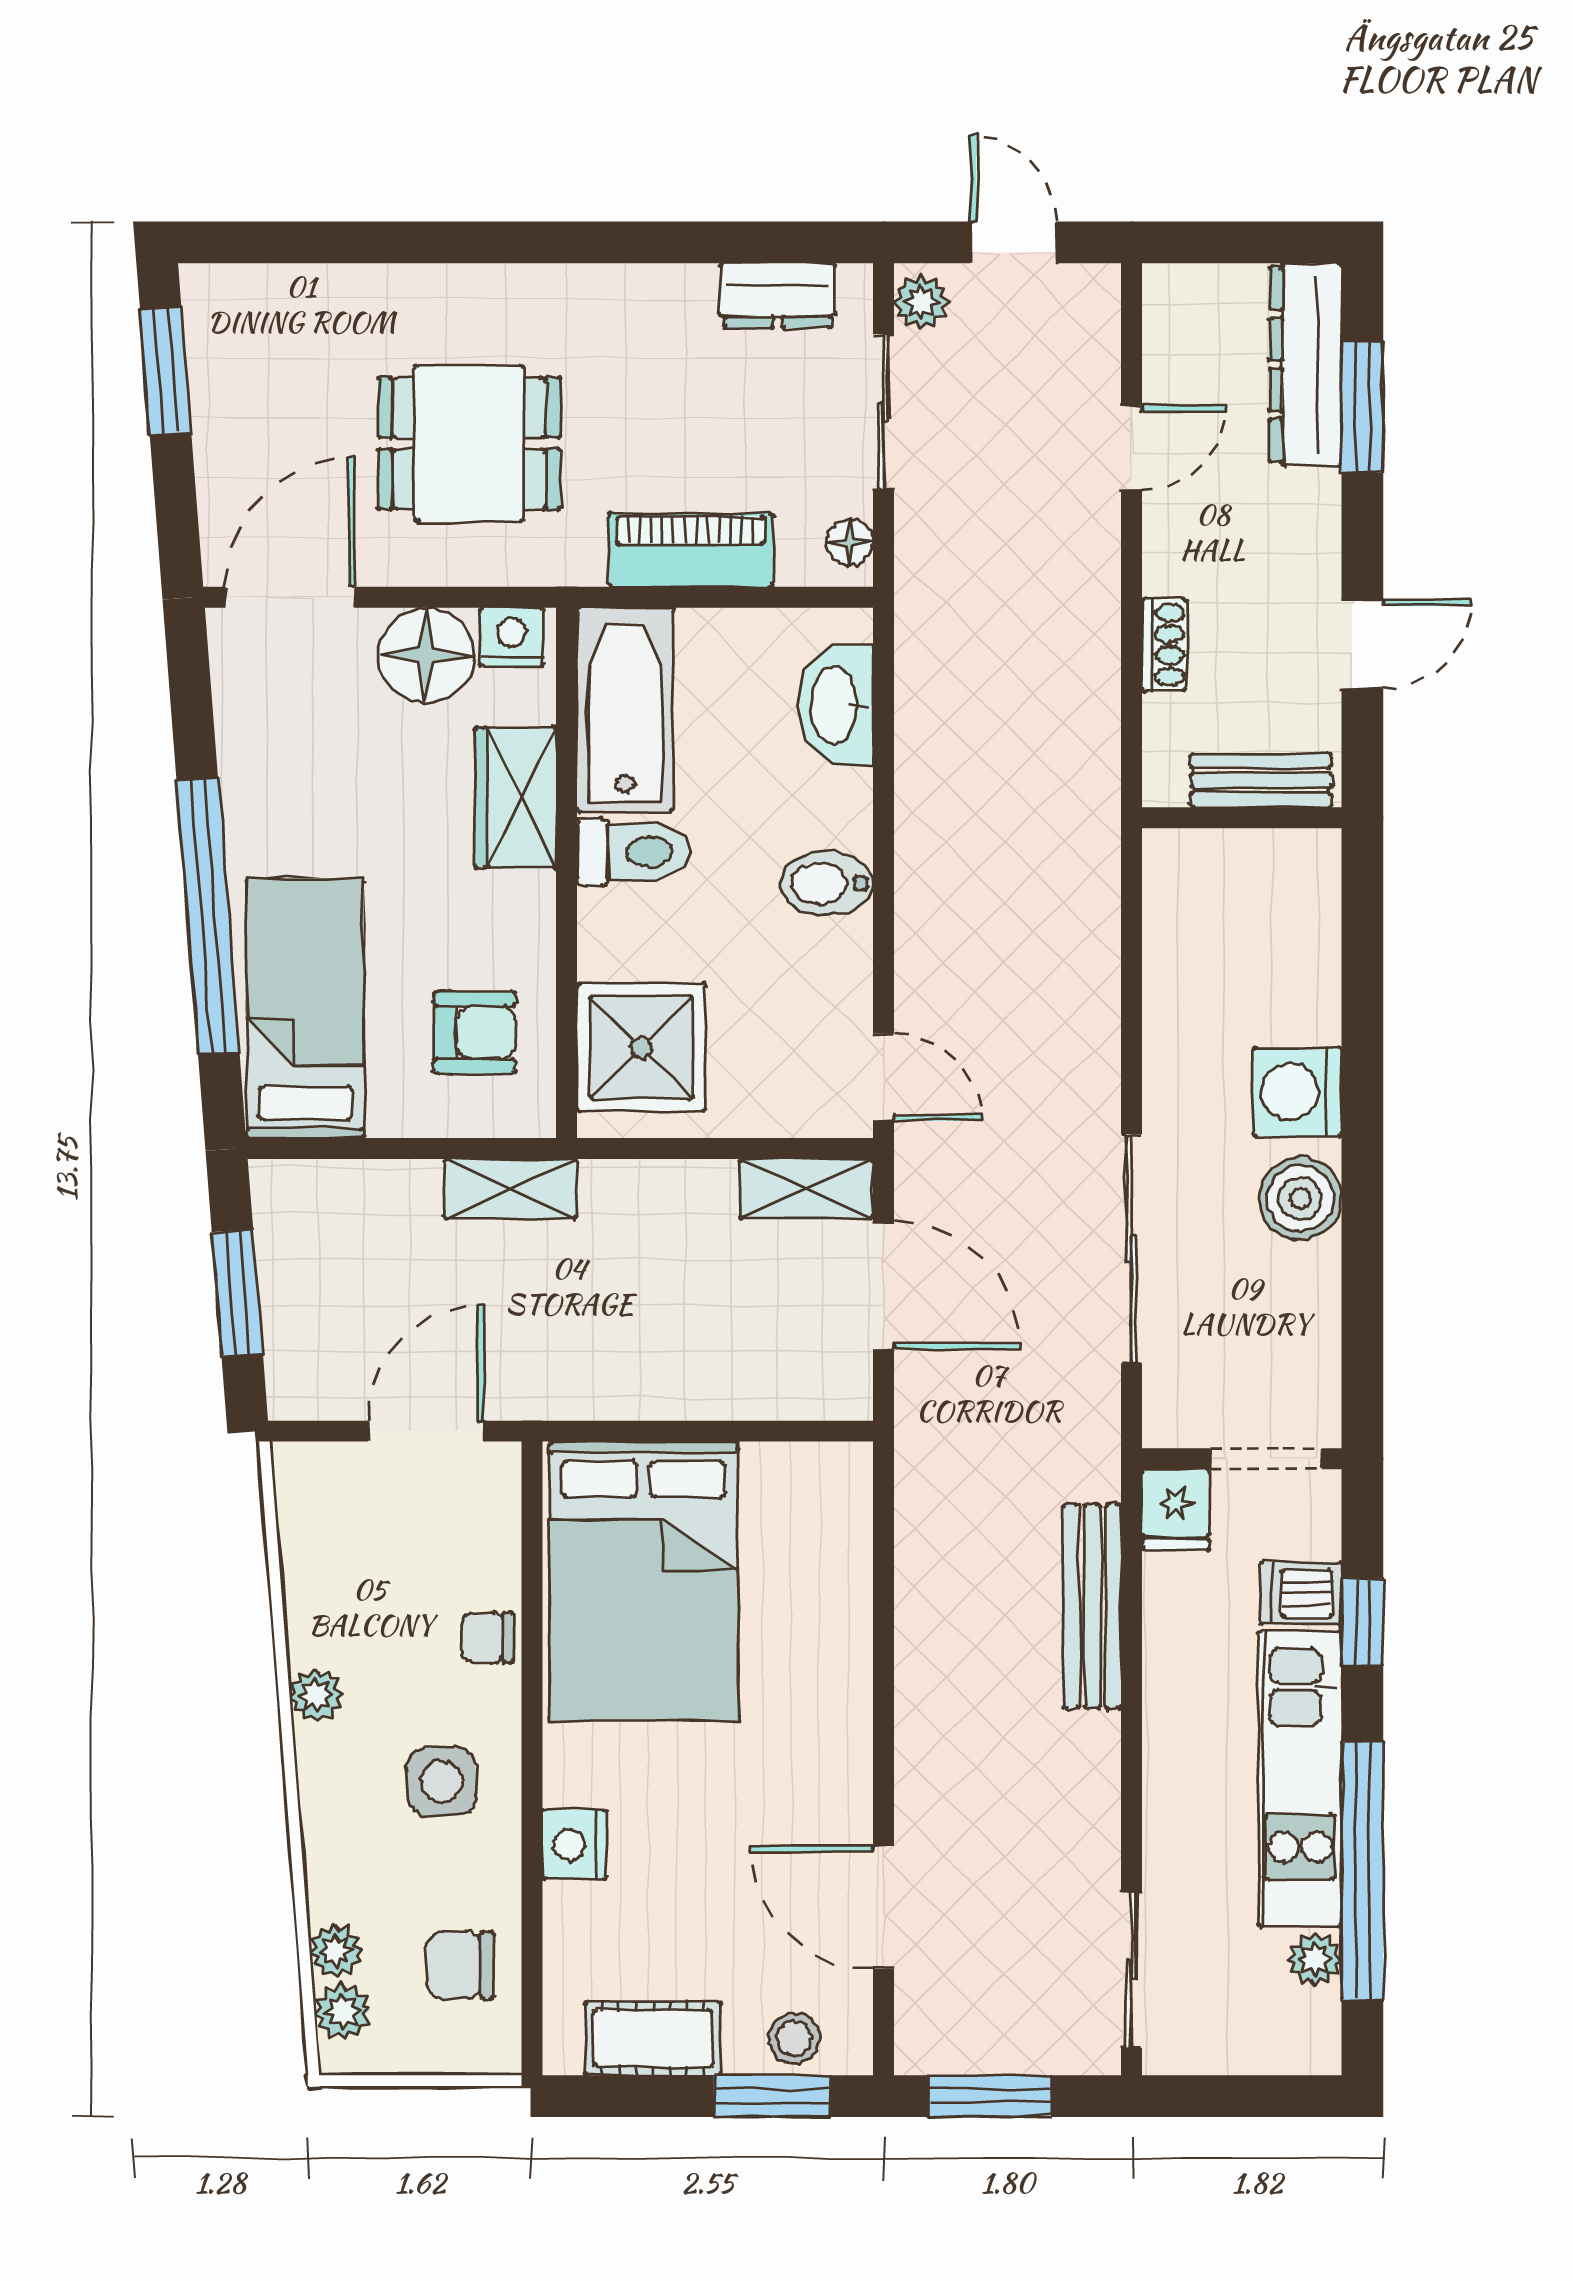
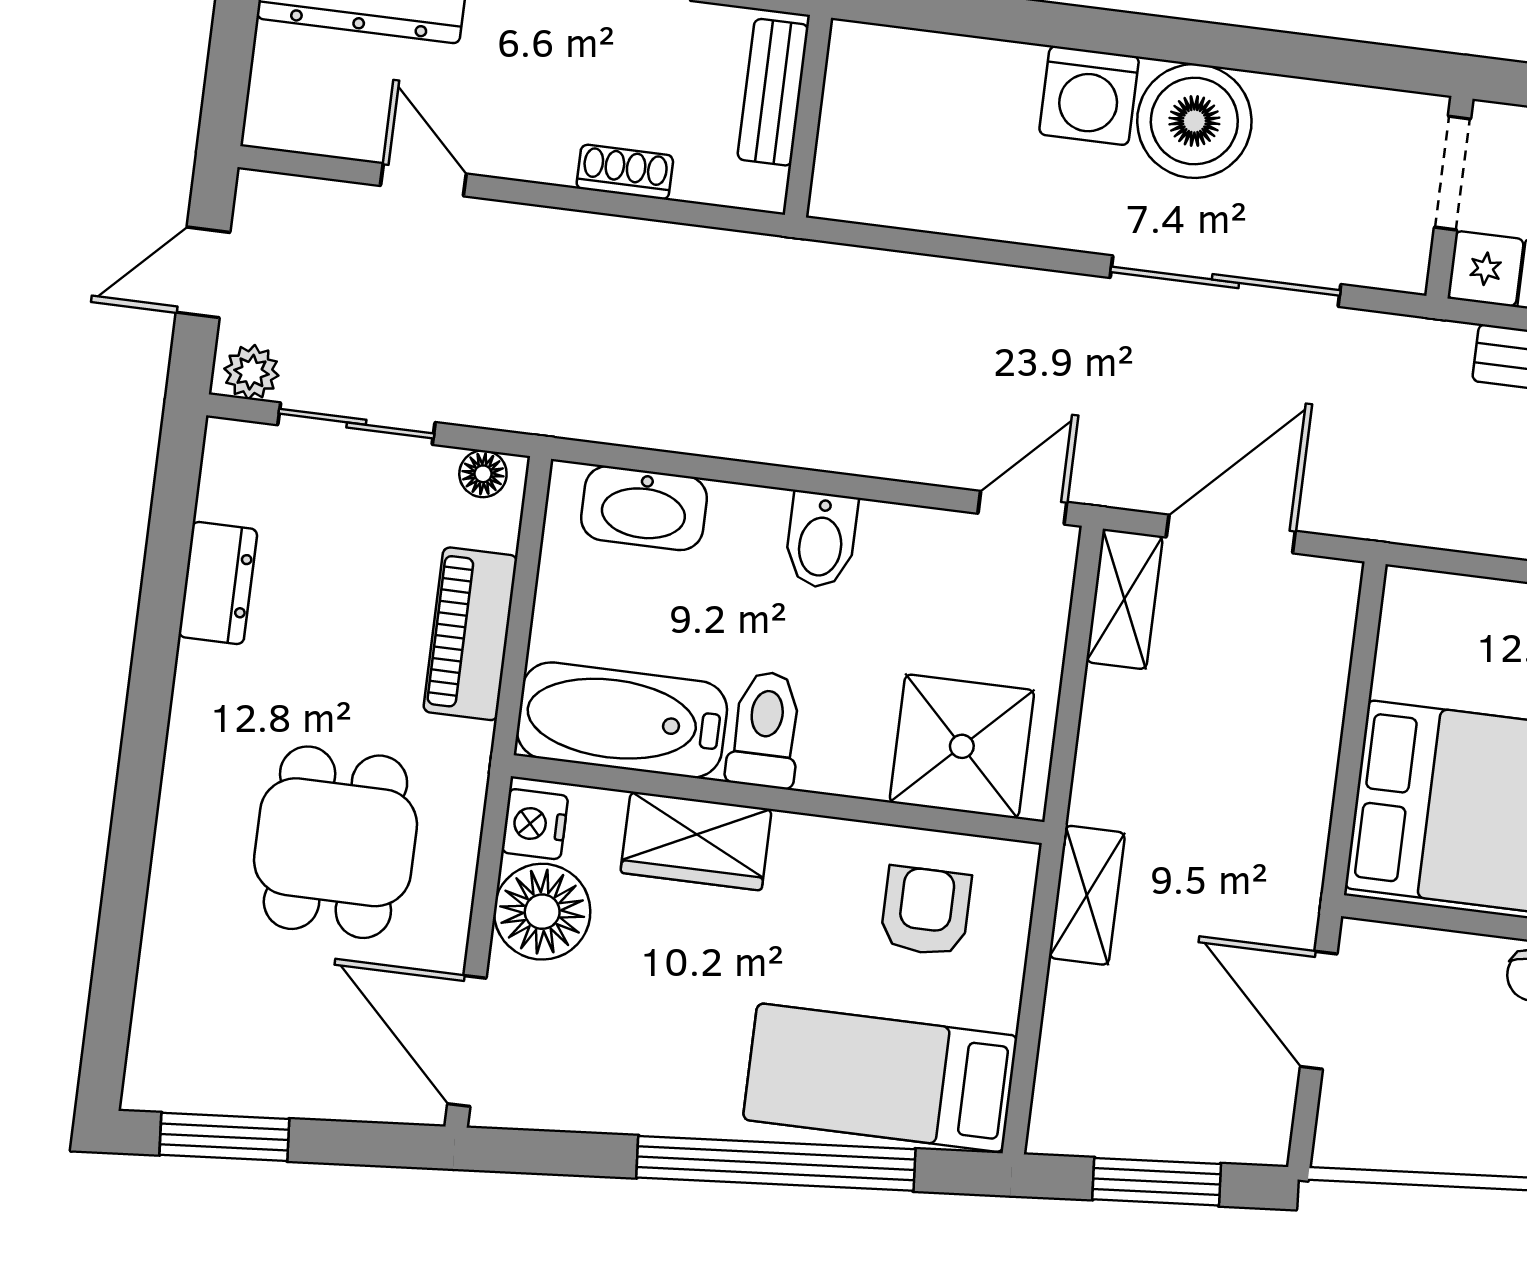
dresser: (778, 296) -> (218, 583), moved
boiler: (1300, 1198) -> (1194, 121), width x1.37, depth x1.37

